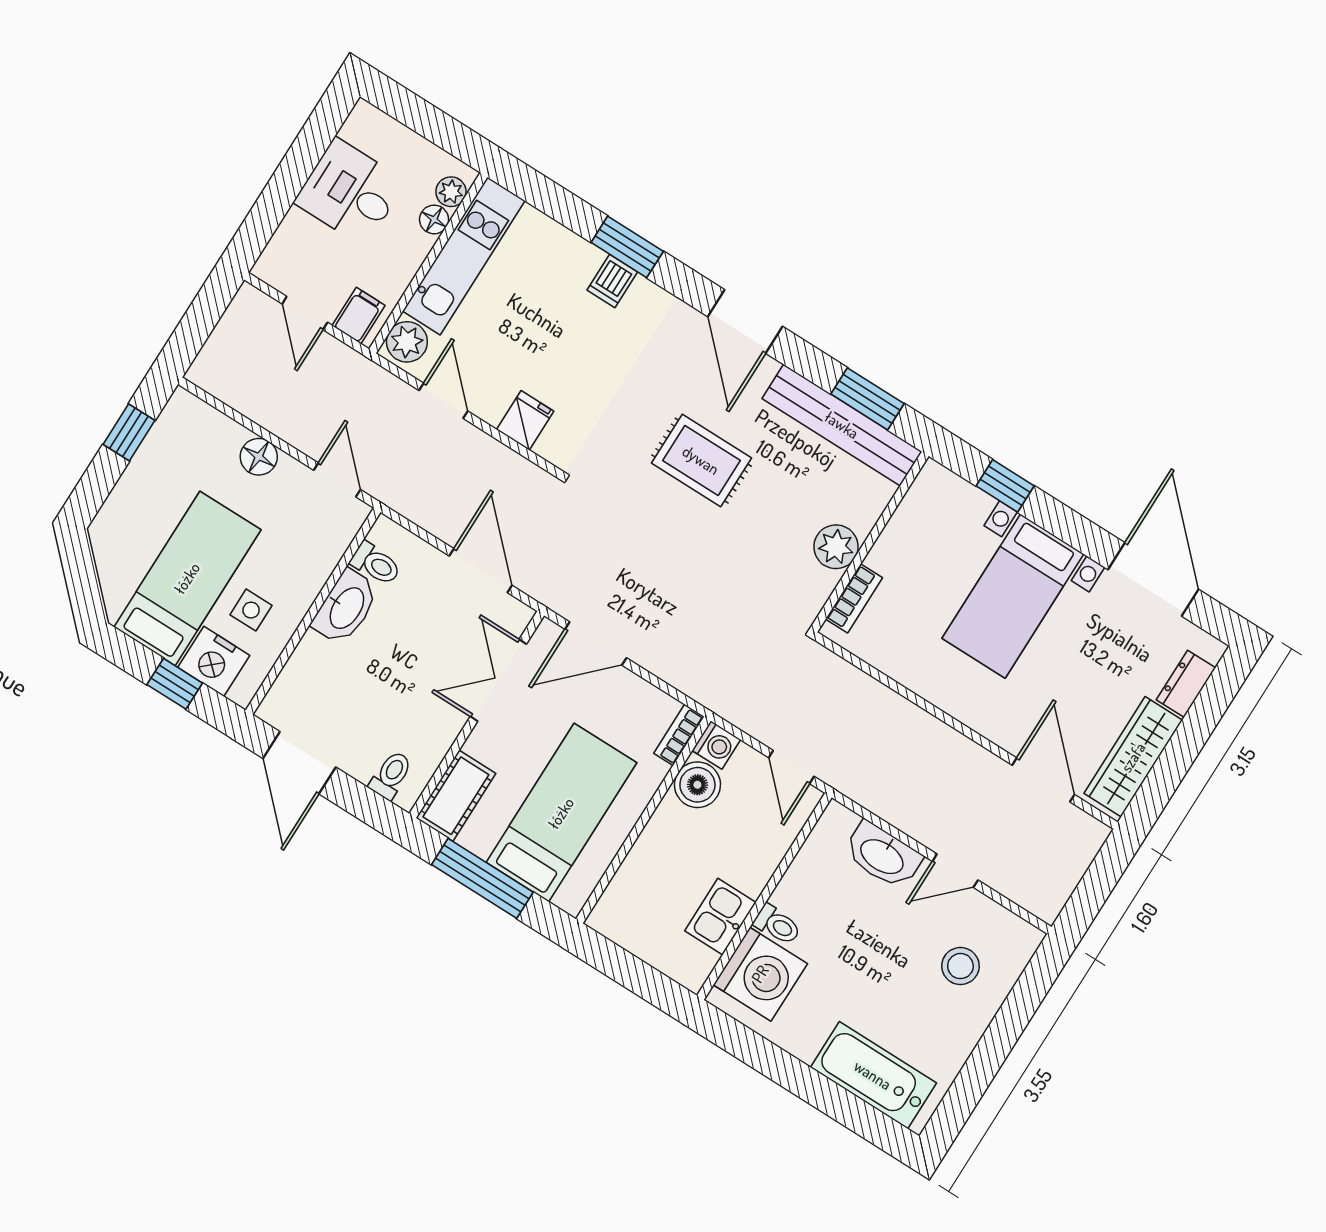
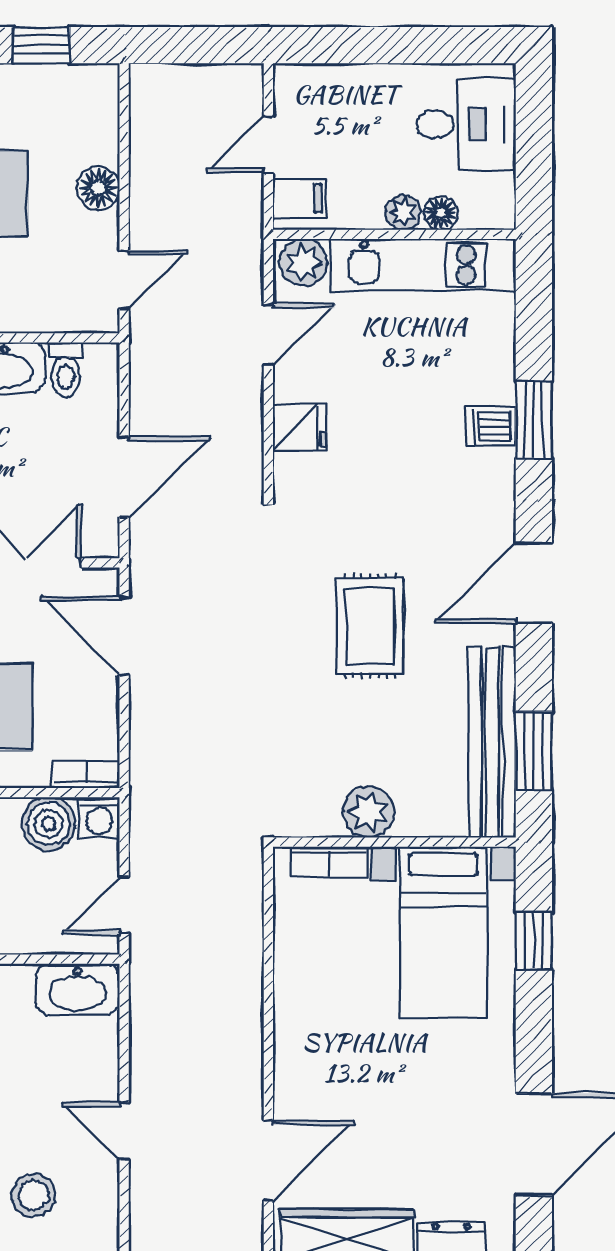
desk: (350, 192) -> (466, 124), moved, turned 90
plant: (451, 192) -> (403, 212), moved
bed with nightstands: (1013, 596) -> (443, 932), moved, turned -90
washbasin: (883, 856) -> (78, 989), moved, turned -90

